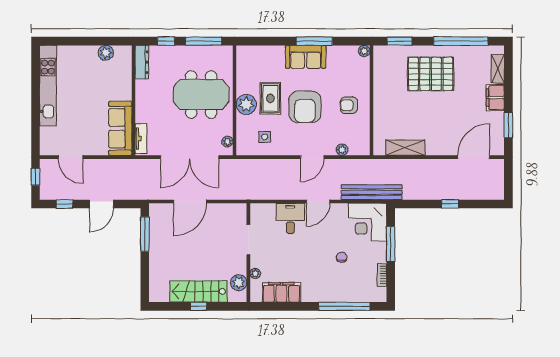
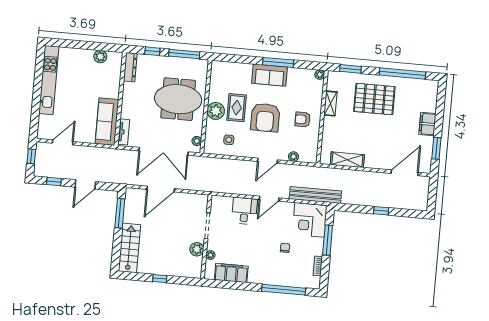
shelving: (498, 69) -> (330, 103), moved
door: (71, 157) -> (63, 142), swing flipped
plant: (239, 283) -> (197, 249), moved
stairs: (198, 291) -> (129, 248), moved, turned 90

